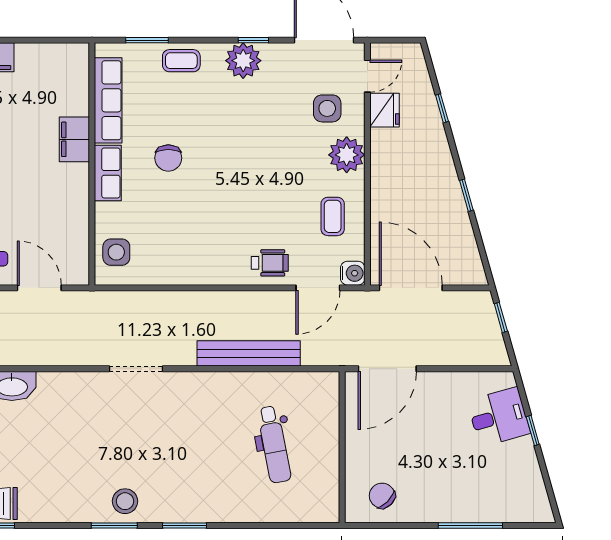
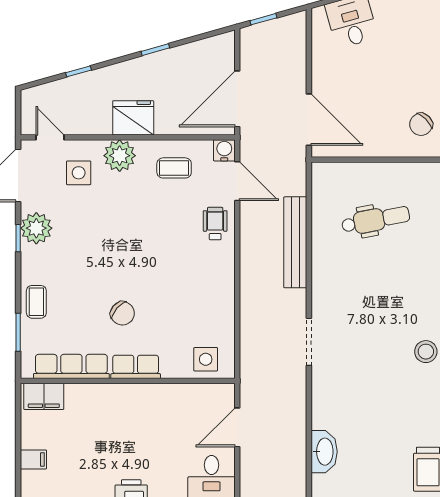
plant: (243, 61) -> (36, 228), moved
fridge: (384, 110) -> (133, 118), moved, width x1.36, depth x1.34
filing cabinet: (74, 139) -> (44, 396), moved
chair: (168, 158) -> (122, 313), turned 41

